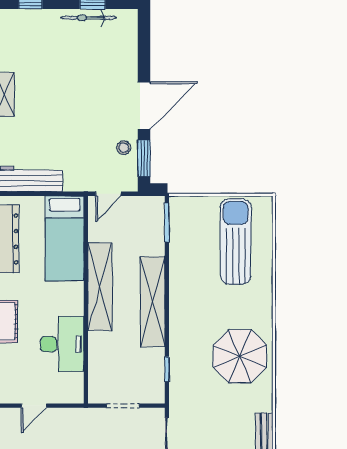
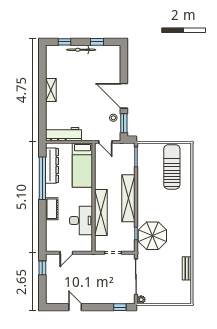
bicycle: (89, 18) -> (81, 50), moved
door: (144, 106) -> (124, 96), swing flipped
door: (108, 194) -> (105, 142), hinge flipped
shelving: (100, 287) -> (101, 212), moved
parasol: (240, 356) -> (152, 236), moved

